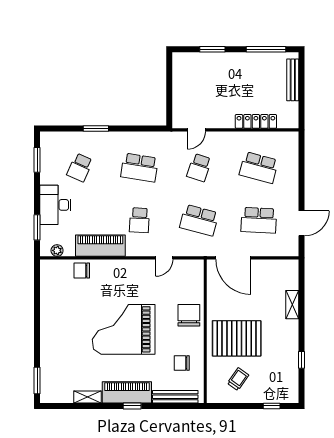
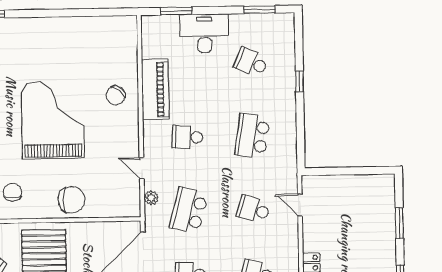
window: (96, 128) -> (299, 81), width x0.67
plant: (57, 250) -> (151, 198), moved
chair: (82, 271) -> (116, 95), moved, turned -141

